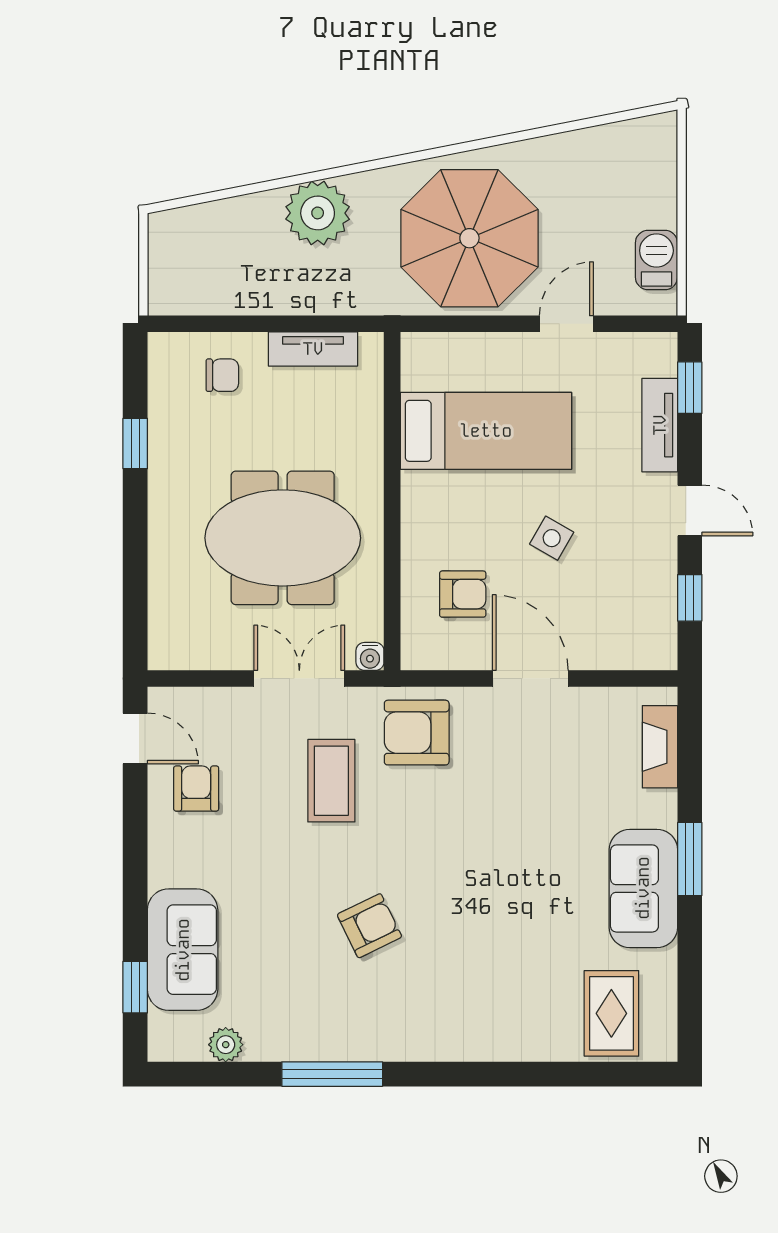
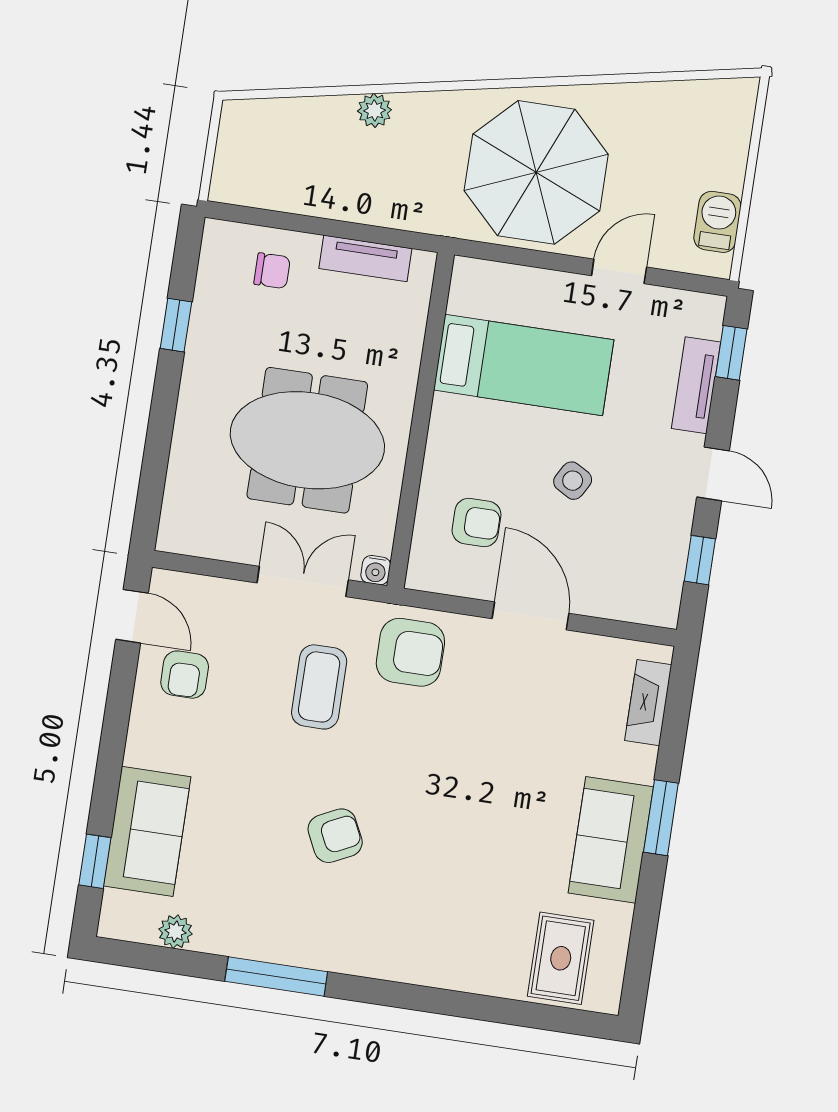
plant: (318, 213) -> (374, 110), width x0.53, depth x0.53
armchair: (417, 733) -> (410, 652), turned 180
armchair: (196, 789) -> (185, 675), turned 180

